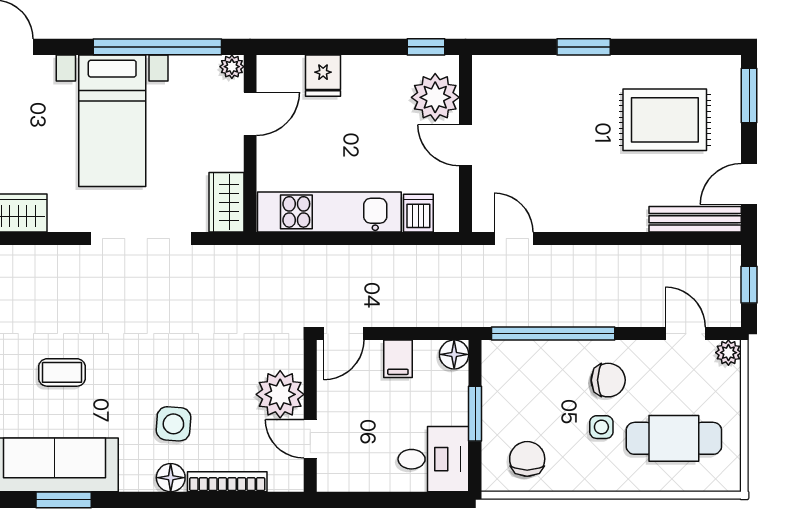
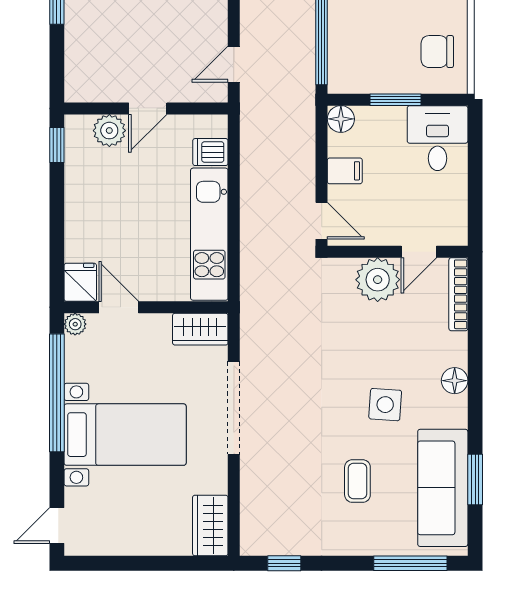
fridge: (323, 76) -> (80, 282), moved, turned -90
plant: (435, 97) -> (109, 131), width x0.73, depth x0.73
side table: (173, 424) -> (385, 405), moved
bookcase: (227, 482) -> (458, 294), moved

